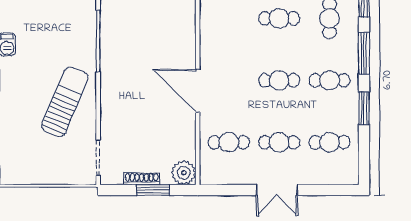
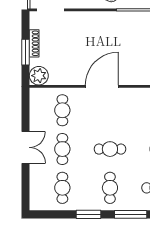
cafe table: (279, 80) -> (110, 149), turned 90
double door: (277, 190) -> (26, 147), swing flipped

